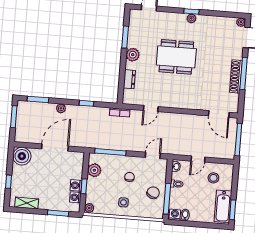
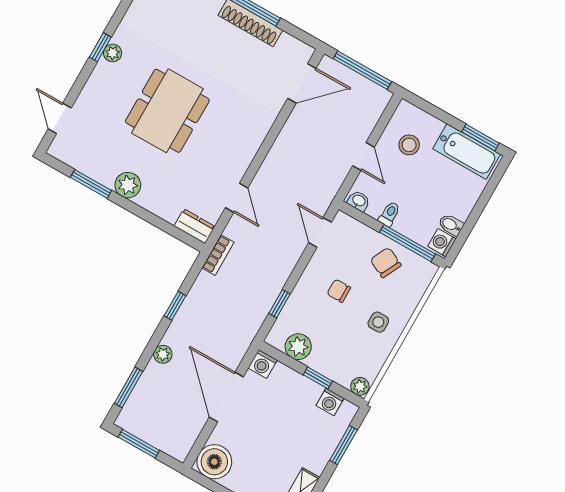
dresser: (129, 79) -> (194, 226), moved
window: (110, 152) -> (279, 304), width x0.46
washing machine: (76, 185) -> (263, 364), moved

